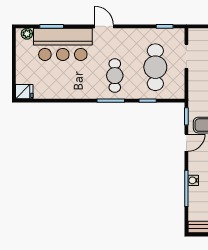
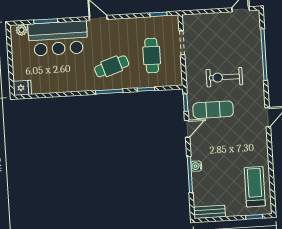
cafe table: (155, 67) -> (152, 55), width x0.73, depth x0.74
cafe table: (115, 76) -> (112, 66), turned 72

